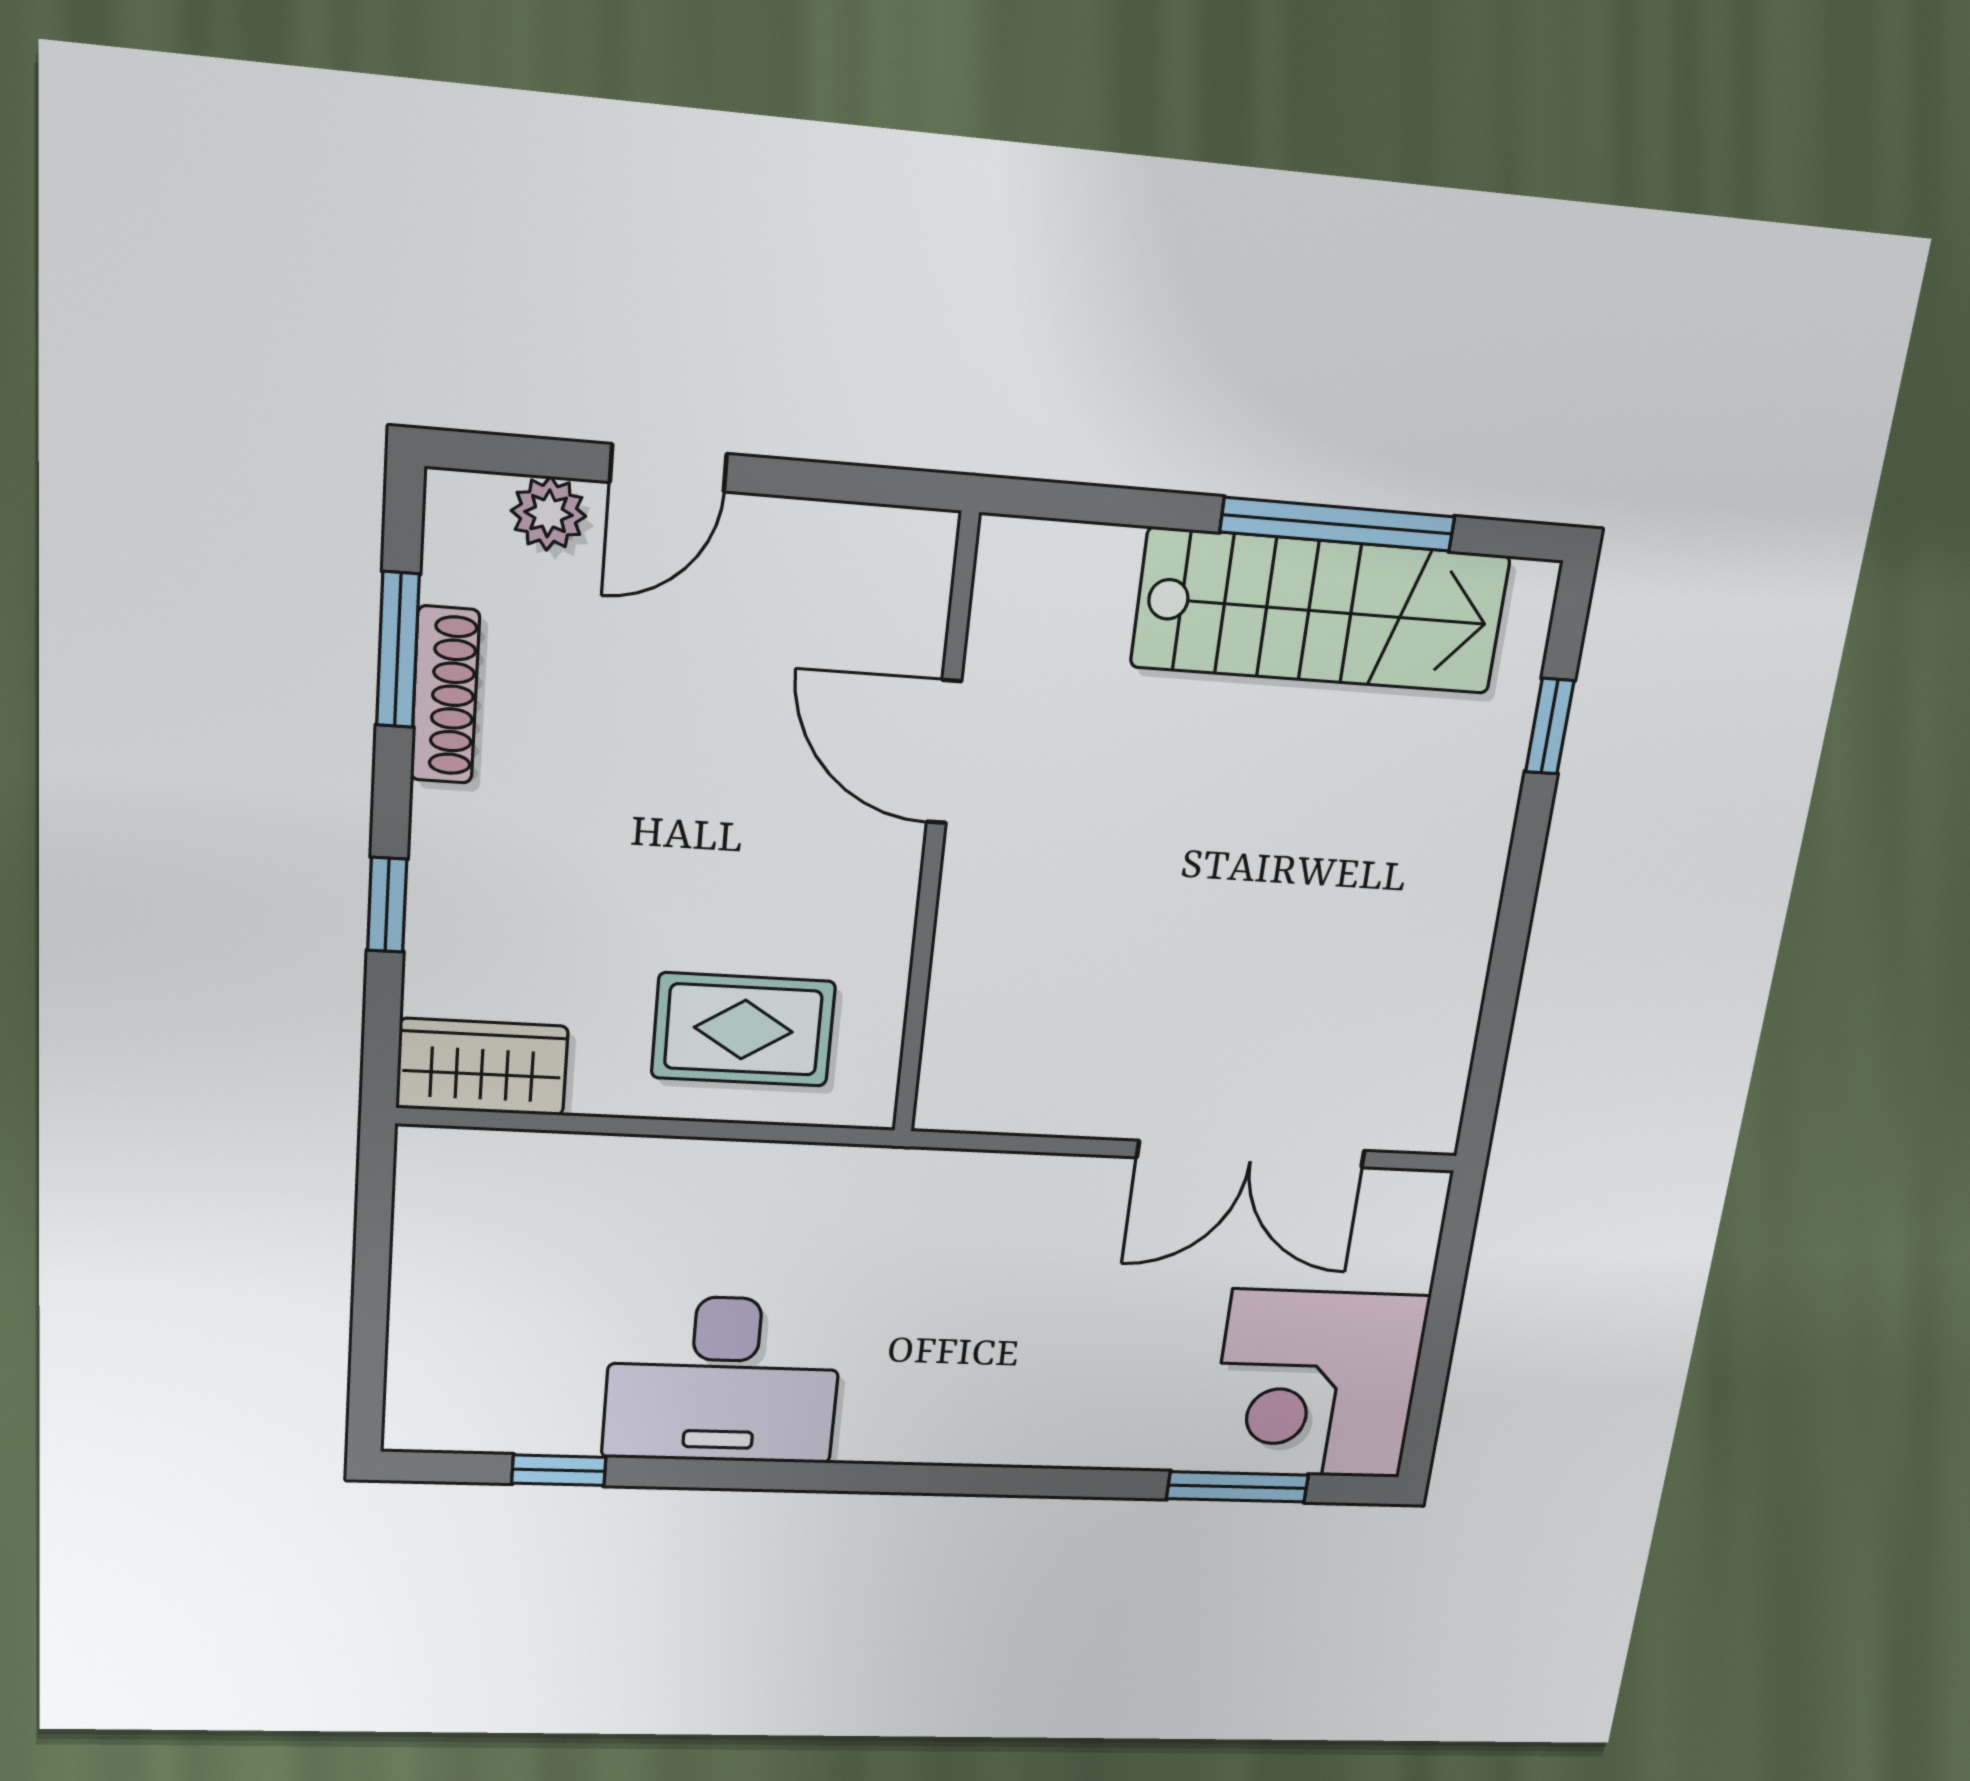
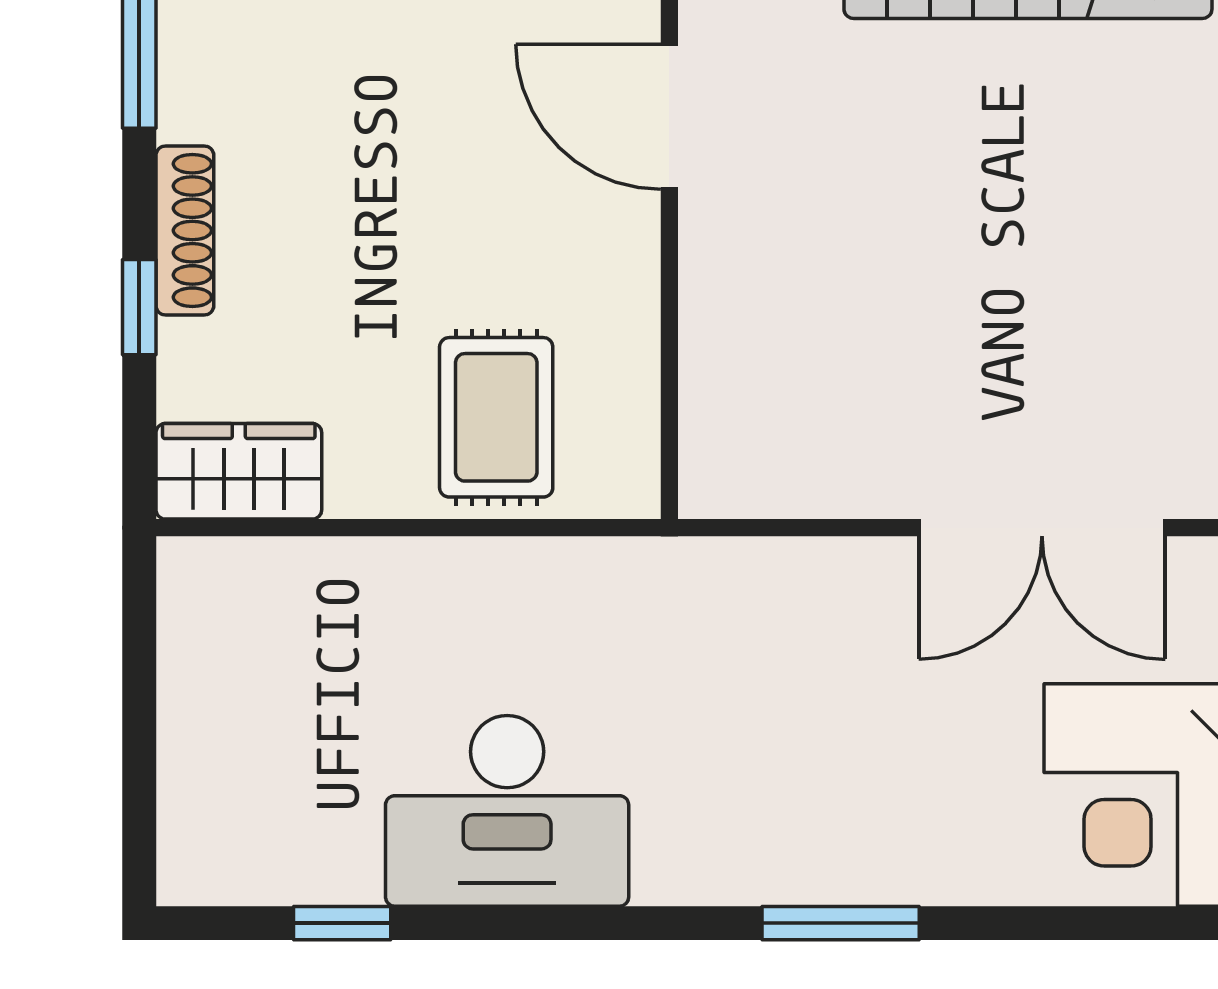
shoe rack: (445, 695) -> (185, 230), moved
rug: (743, 1030) -> (496, 417), turned 90
window: (1238, 1487) -> (841, 923), moved

